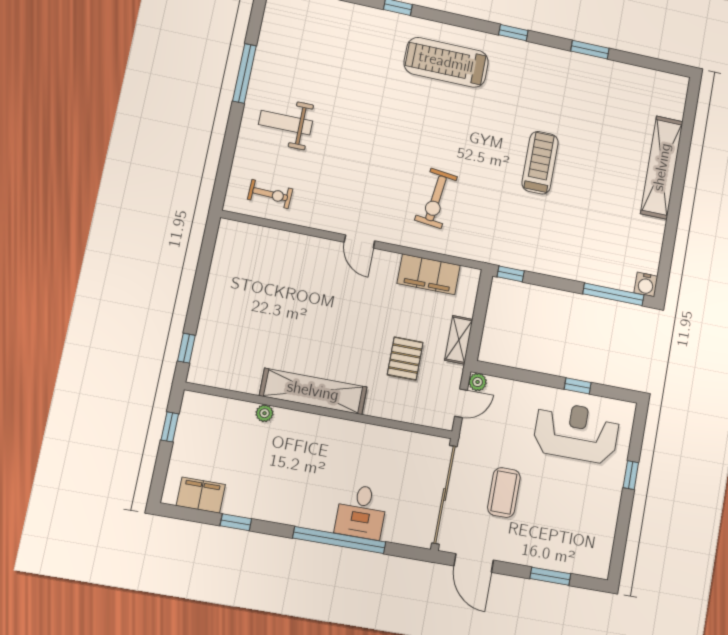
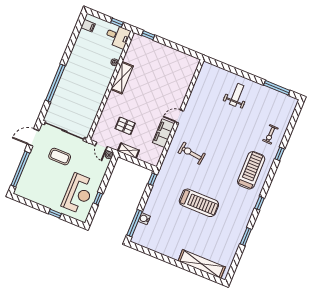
window: (244, 73) -> (277, 88), moved
treadmill: (540, 163) -> (199, 203), width x1.37, depth x1.38
shelving: (662, 167) -> (202, 264), moved
exercise bike: (270, 194) -> (270, 134), moved
filing cabinet: (429, 274) -> (163, 133), moved
water cooler: (646, 284) -> (144, 219), moved
shelving: (313, 391) -> (122, 78), width x0.68
filing cabinet: (201, 495) -> (88, 26), width x0.50
desk: (361, 512) -> (118, 36), moved, turned 180
window: (236, 522) -> (72, 42), removed
window: (550, 576) -> (20, 169), width x2.11

